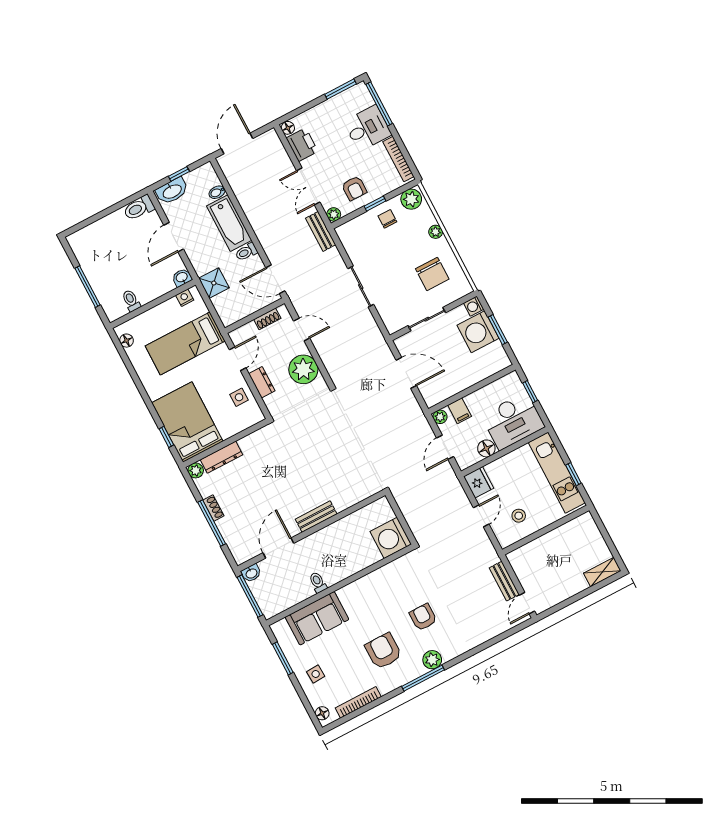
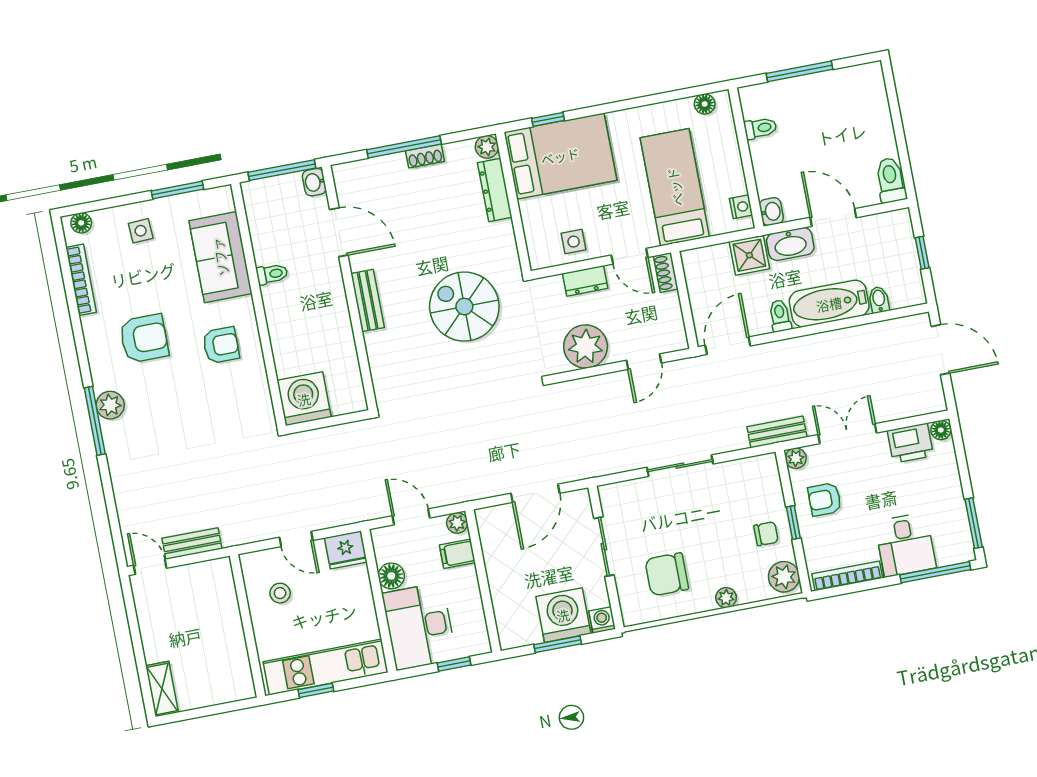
washbasin: (172, 191) -> (790, 244), moved, turned -90
shoe rack: (267, 319) -> (666, 273), moved
spiral stairs: (301, 454) -> (464, 307), added
armchair: (423, 617) -> (221, 345), moved
window: (423, 678) -> (95, 421), moved

